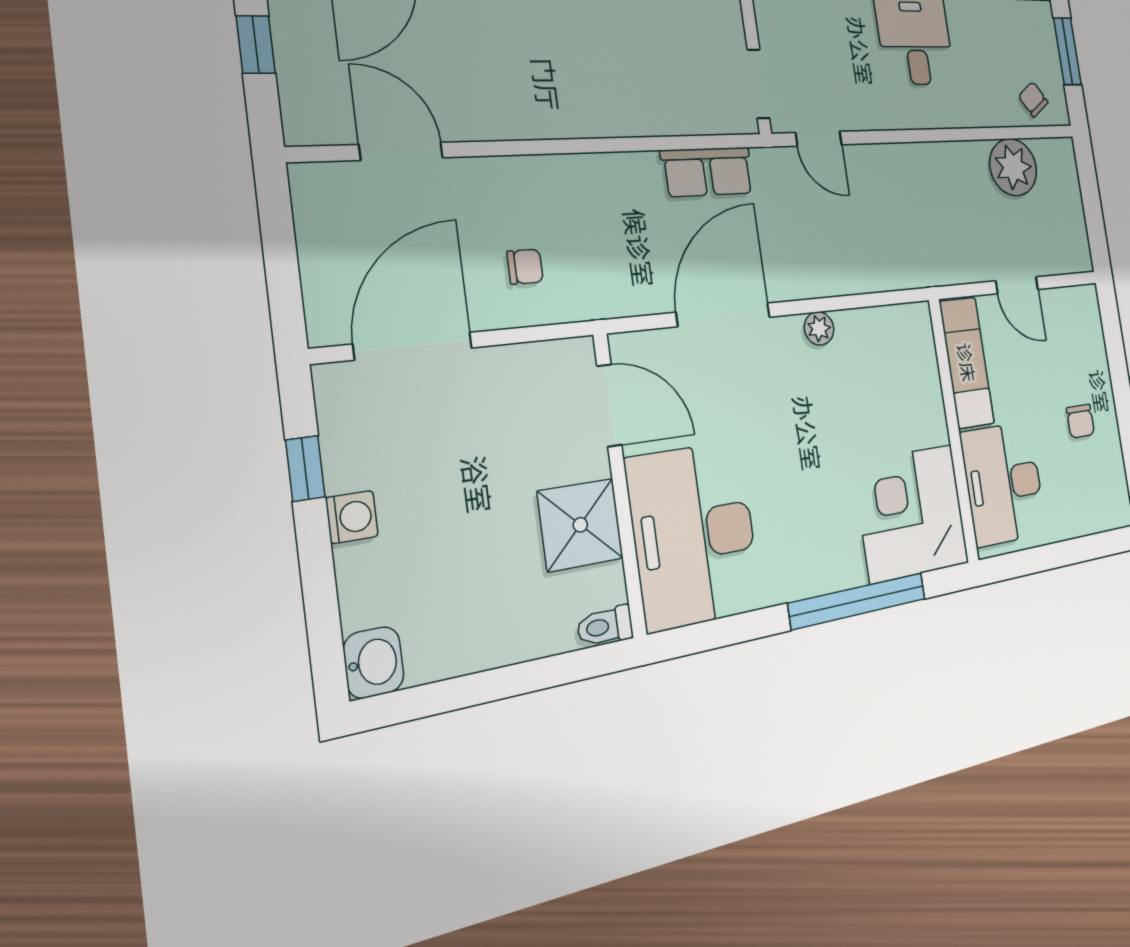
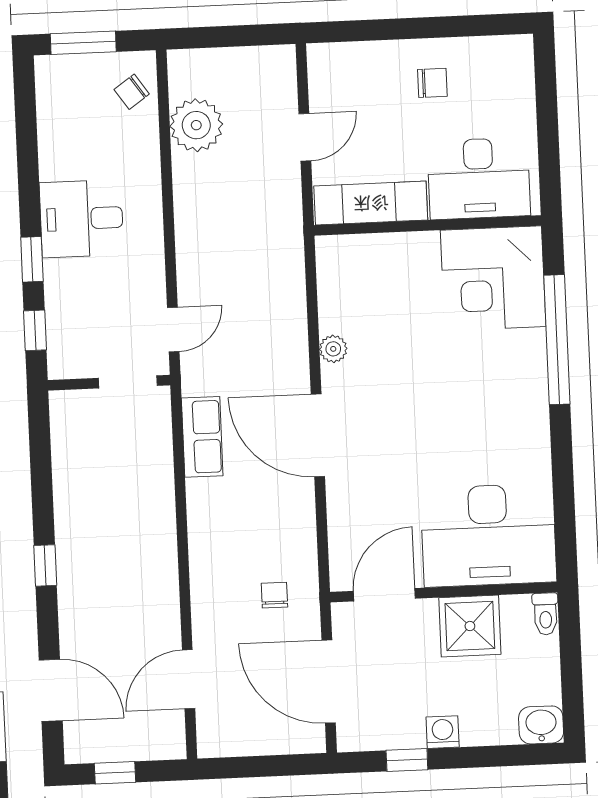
door: (609, 405) -> (384, 595), moved
wall: (620, 484) -> (444, 592), moved
shower: (580, 525) -> (470, 626), moved
desk: (694, 535) -> (488, 535), moved
toilet: (605, 626) -> (545, 614), moved

